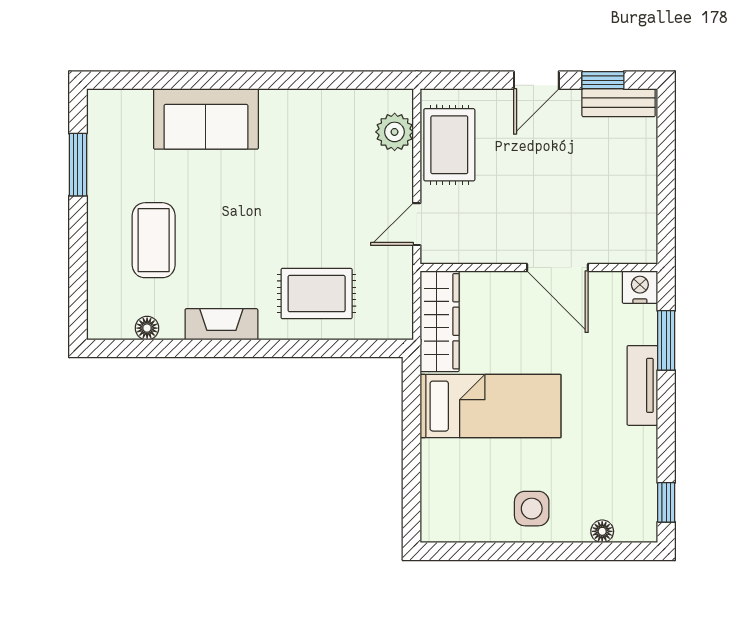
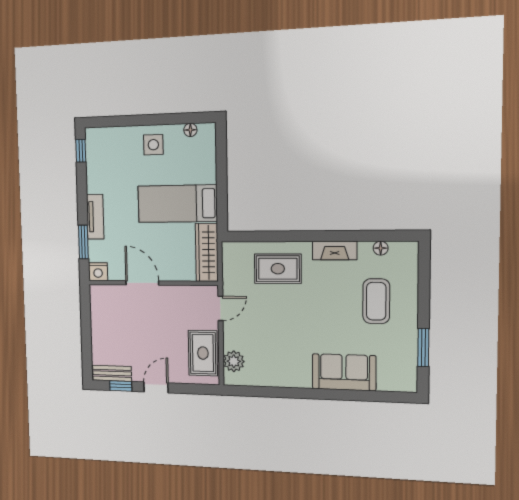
floor lamp: (602, 531) -> (190, 130), moved

